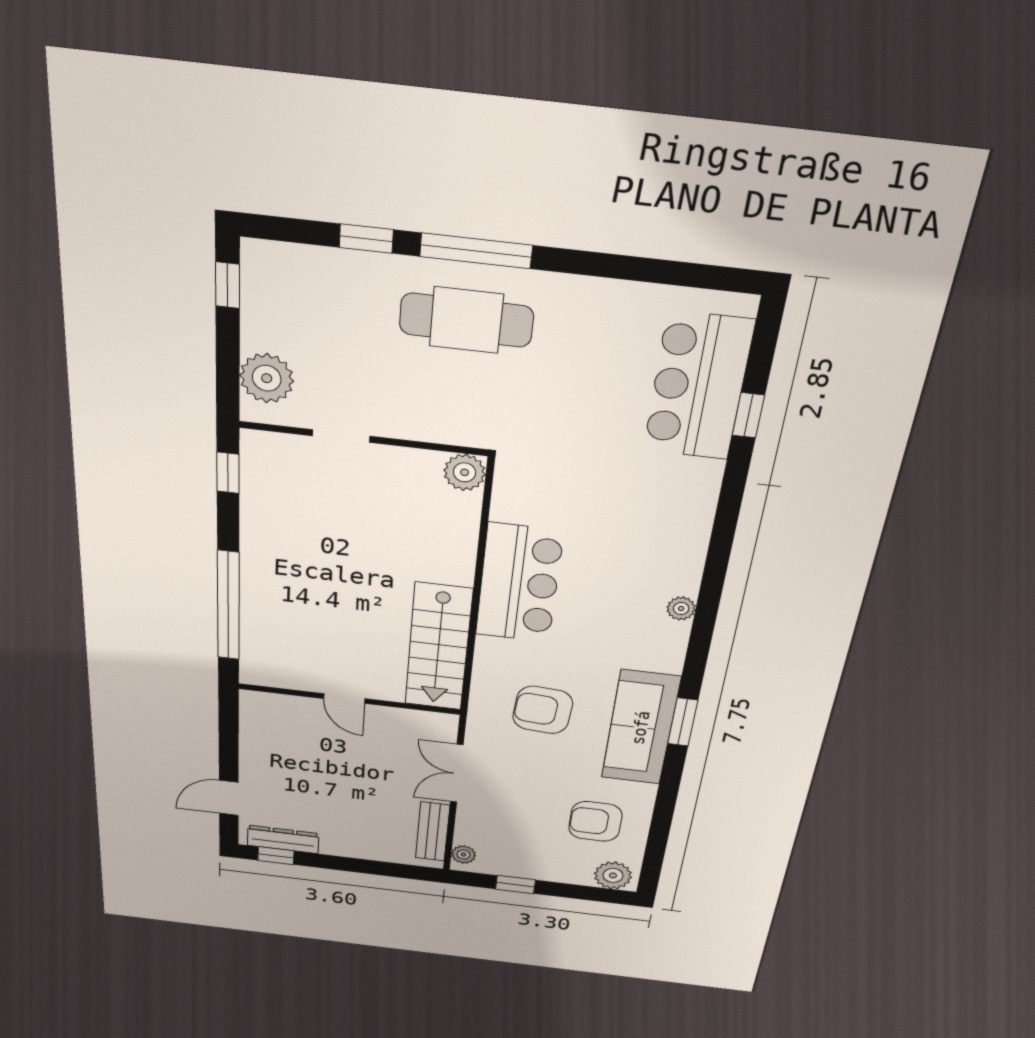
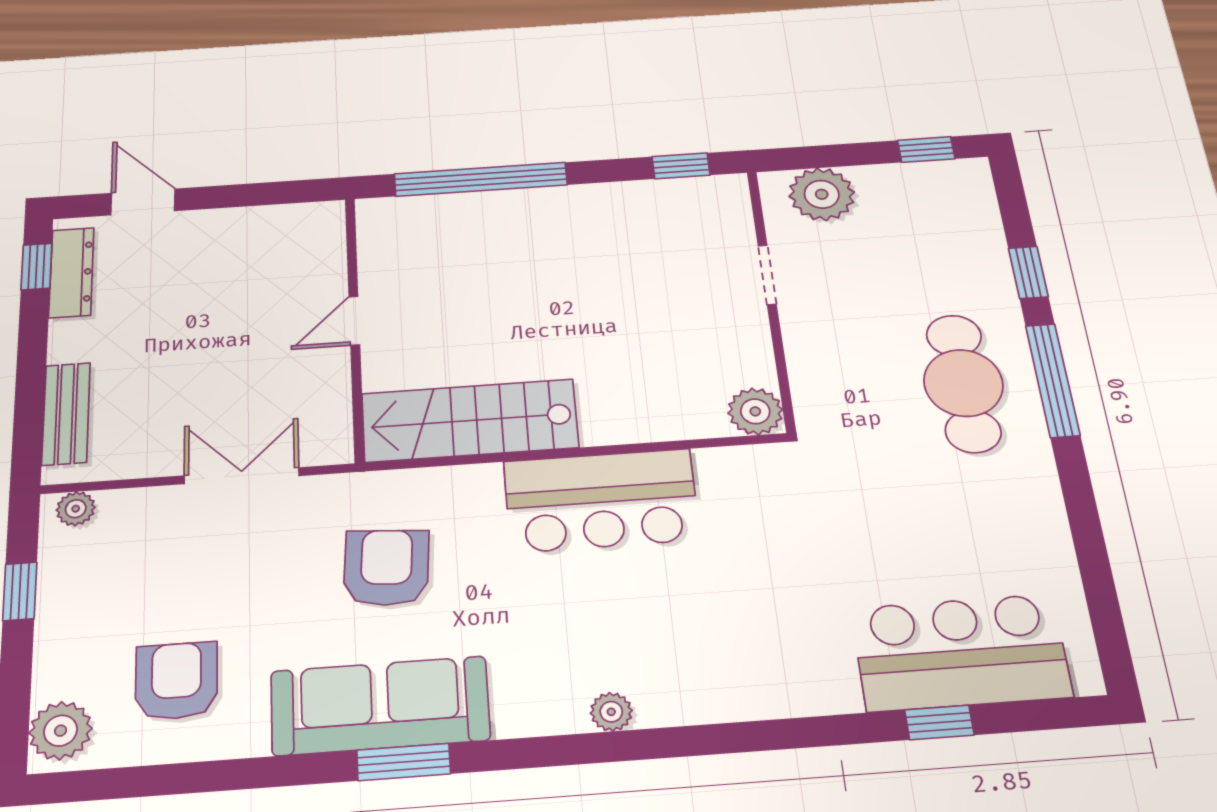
bench: (433, 832) -> (66, 414), moved, turned 90

